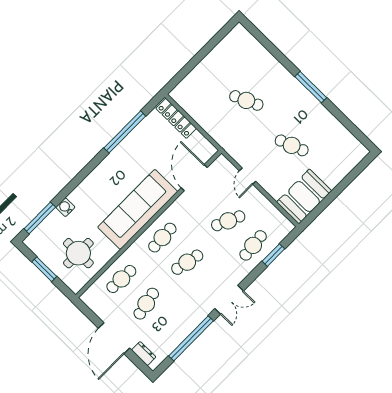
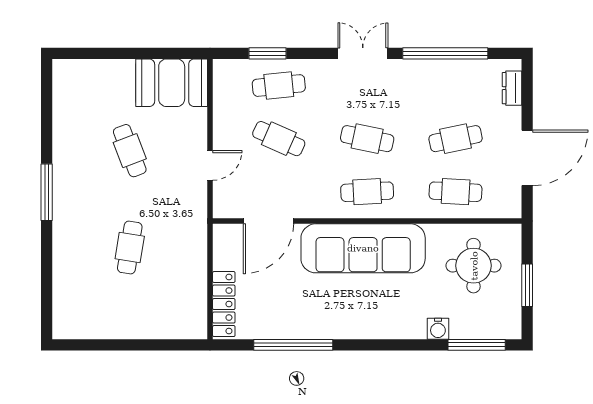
cafe table: (246, 100) -> (130, 248), turned 33
door: (114, 338) -> (527, 158), moved

